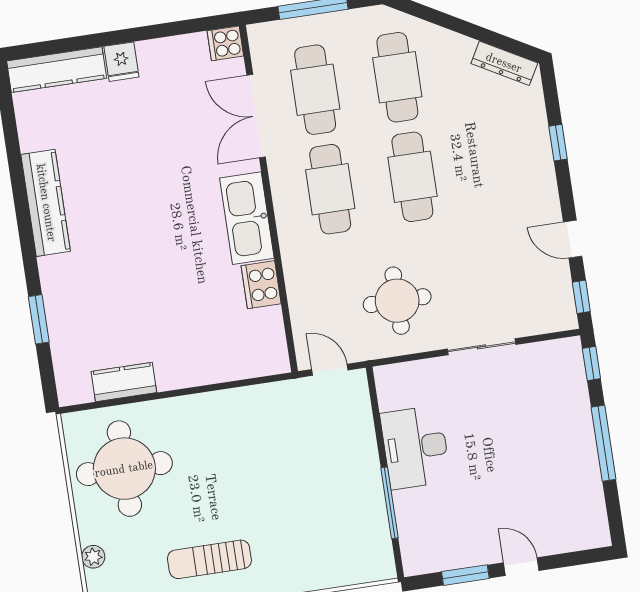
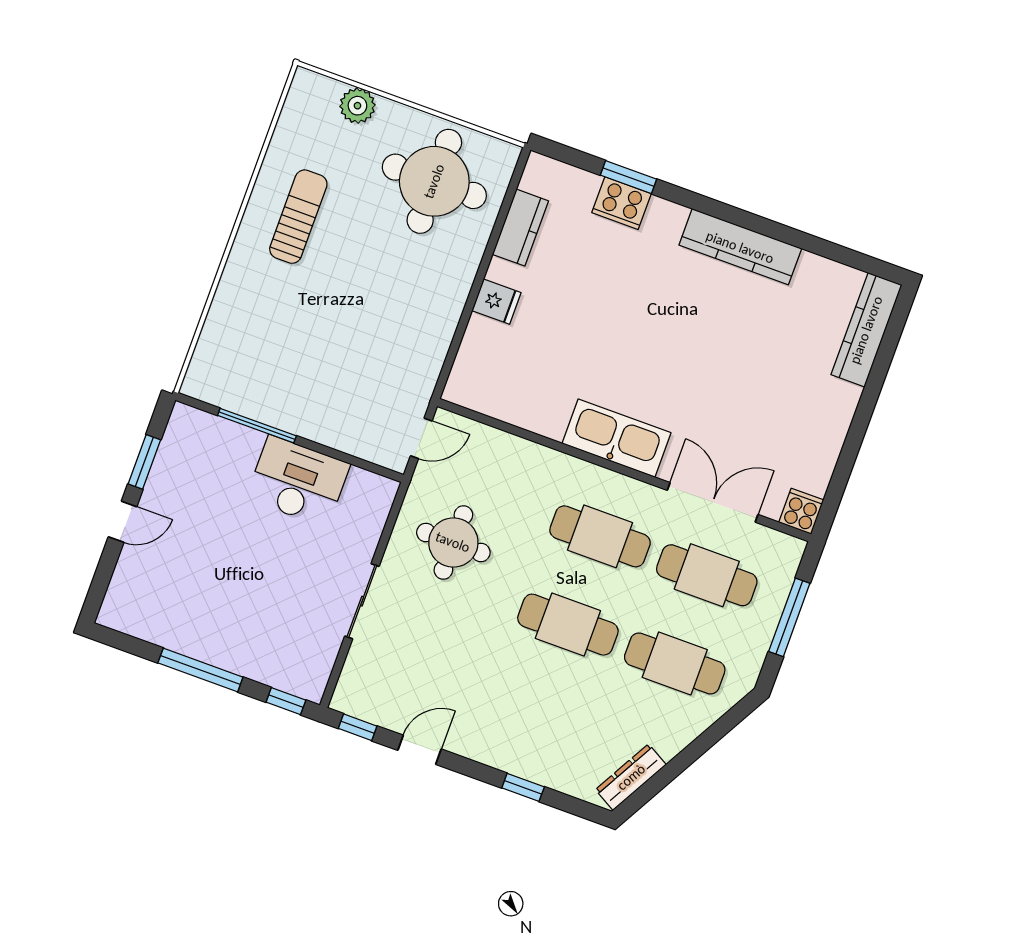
fridge: (121, 62) -> (496, 302), moved, turned 180
cooker: (261, 285) -> (621, 203), moved, turned 180
plant: (93, 557) -> (357, 106), width x1.38, depth x1.38

